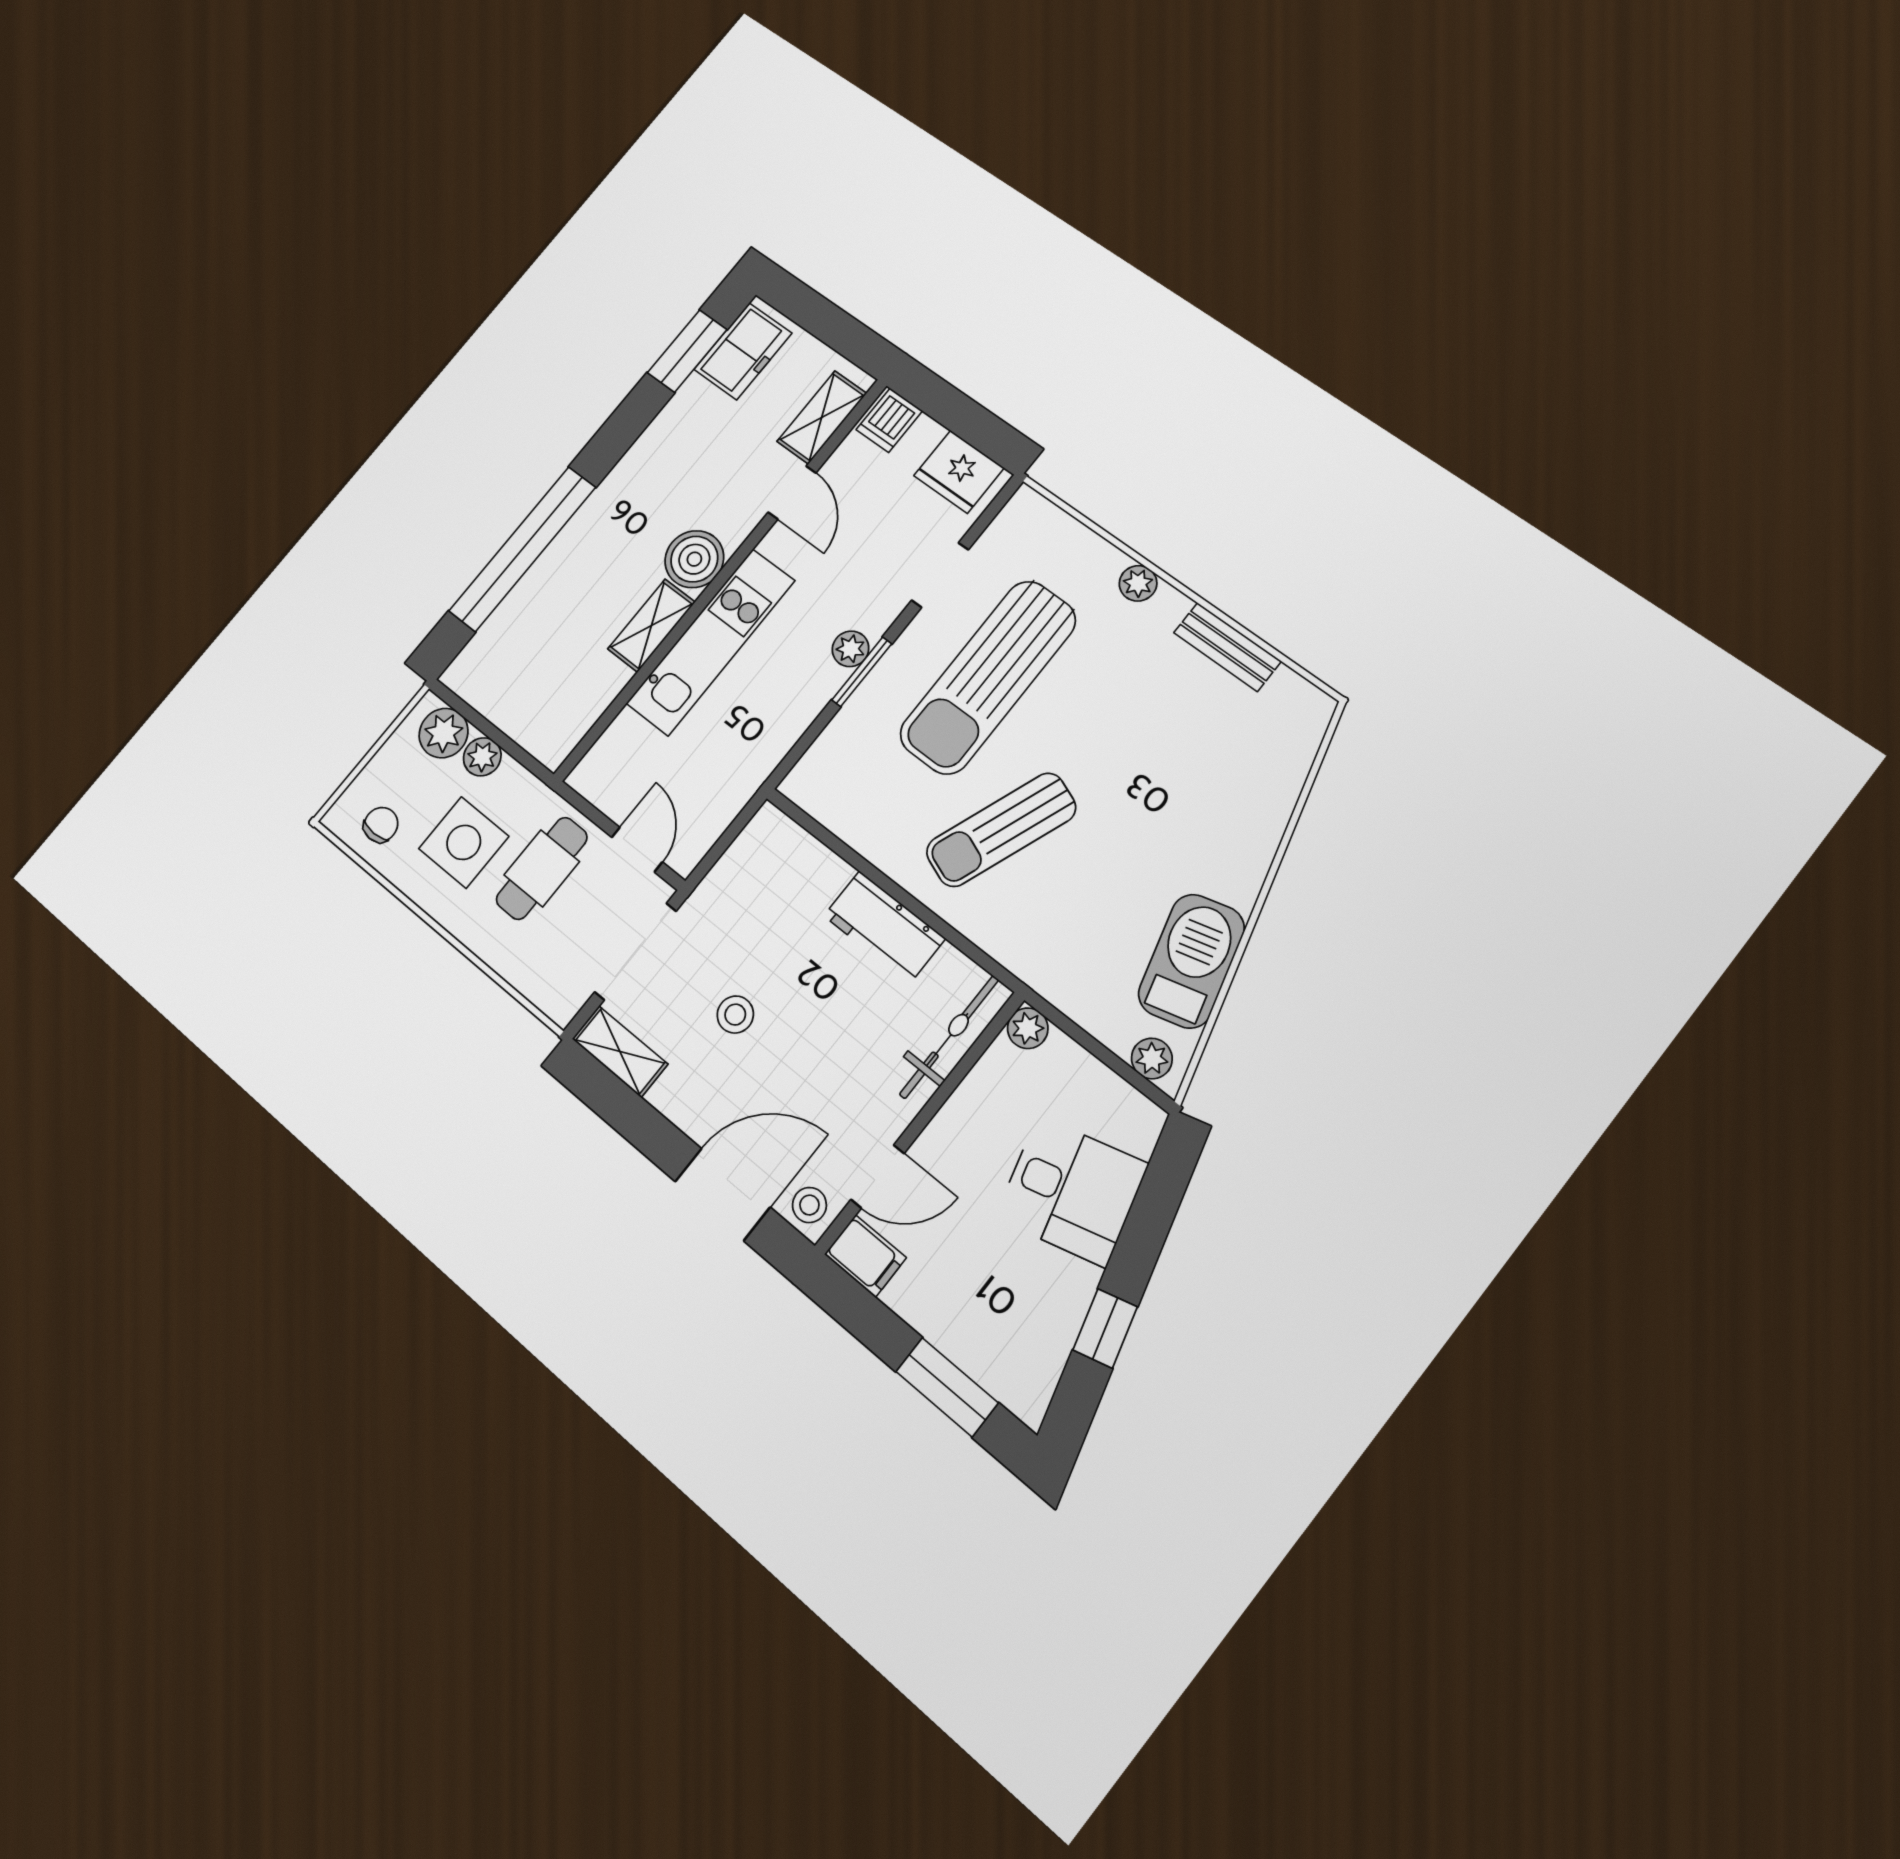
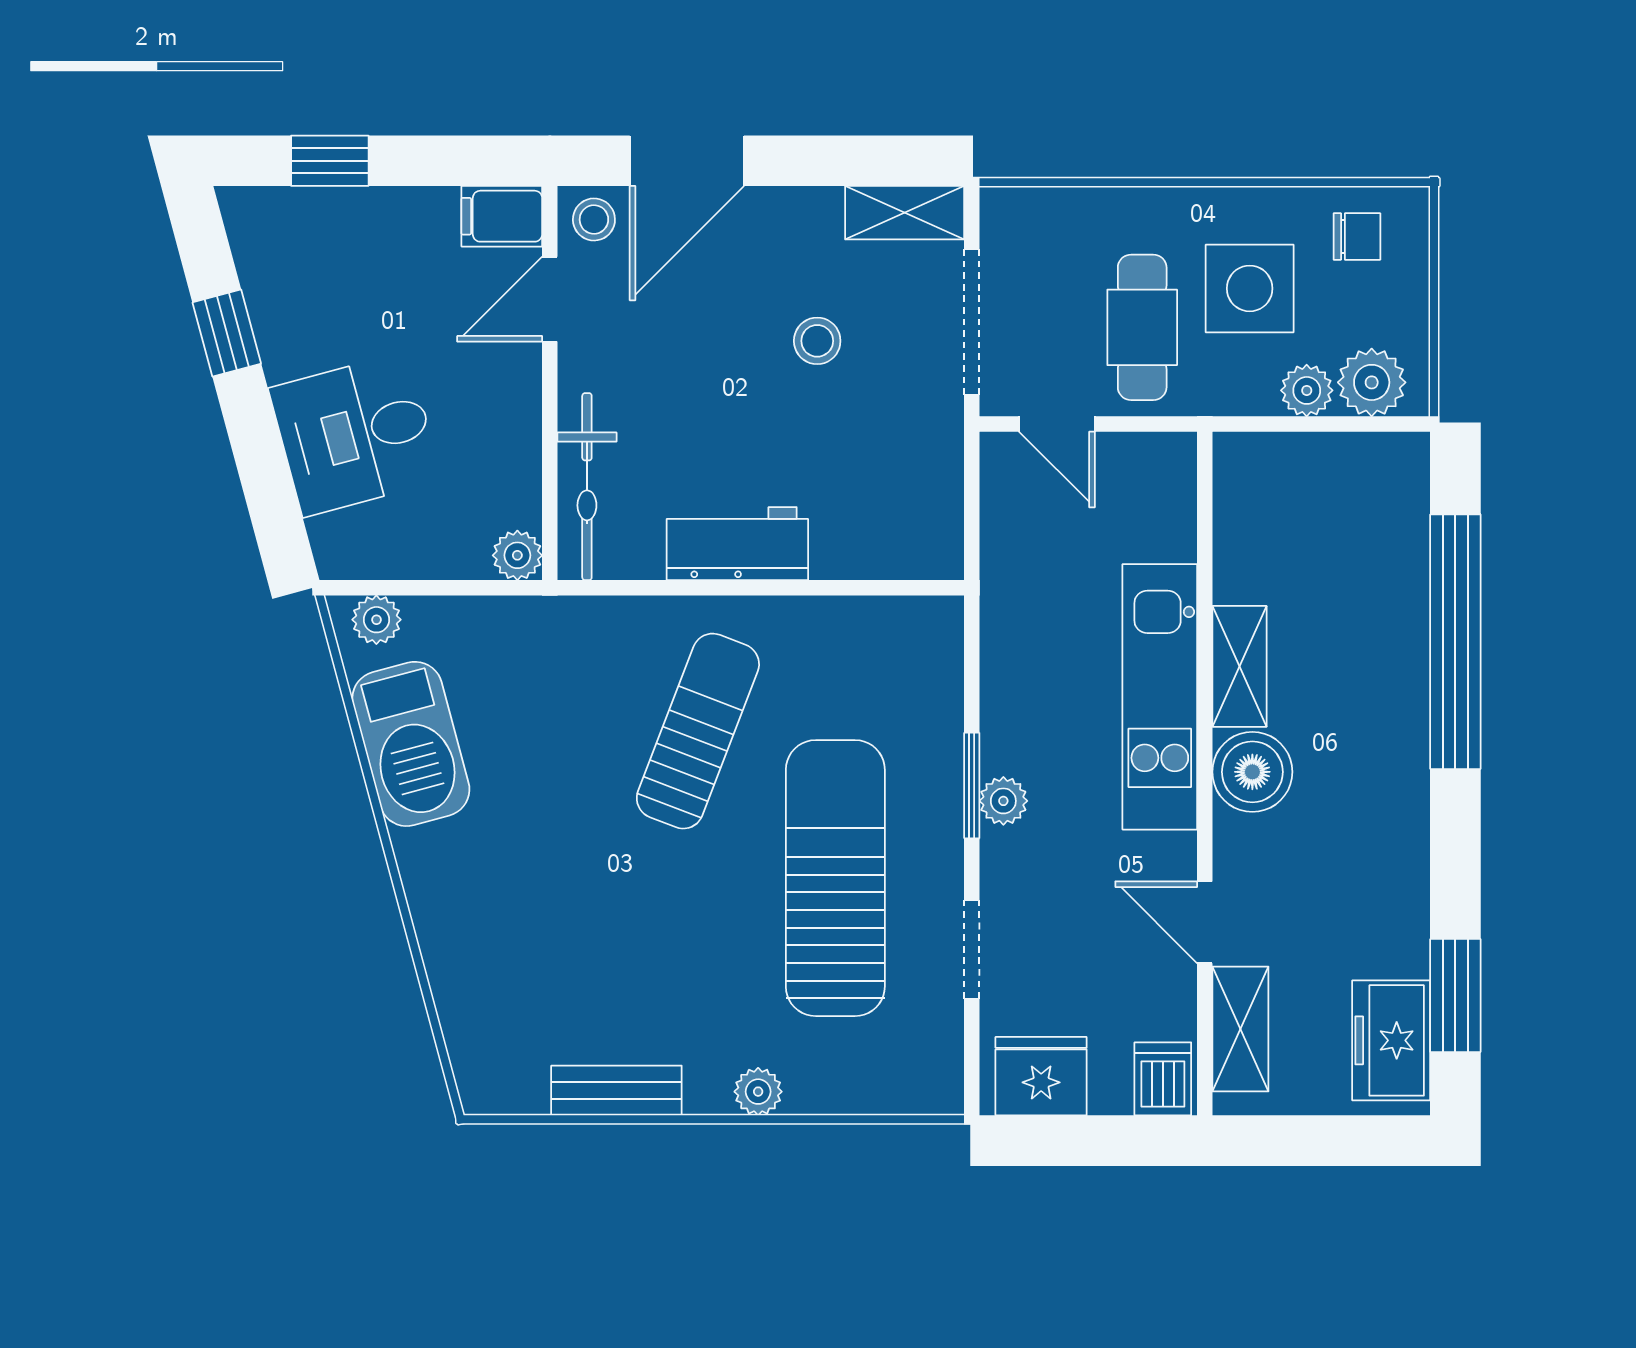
chair: (381, 825) -> (1357, 236), turned -90
window: (947, 1387) -> (330, 161), width x0.67

